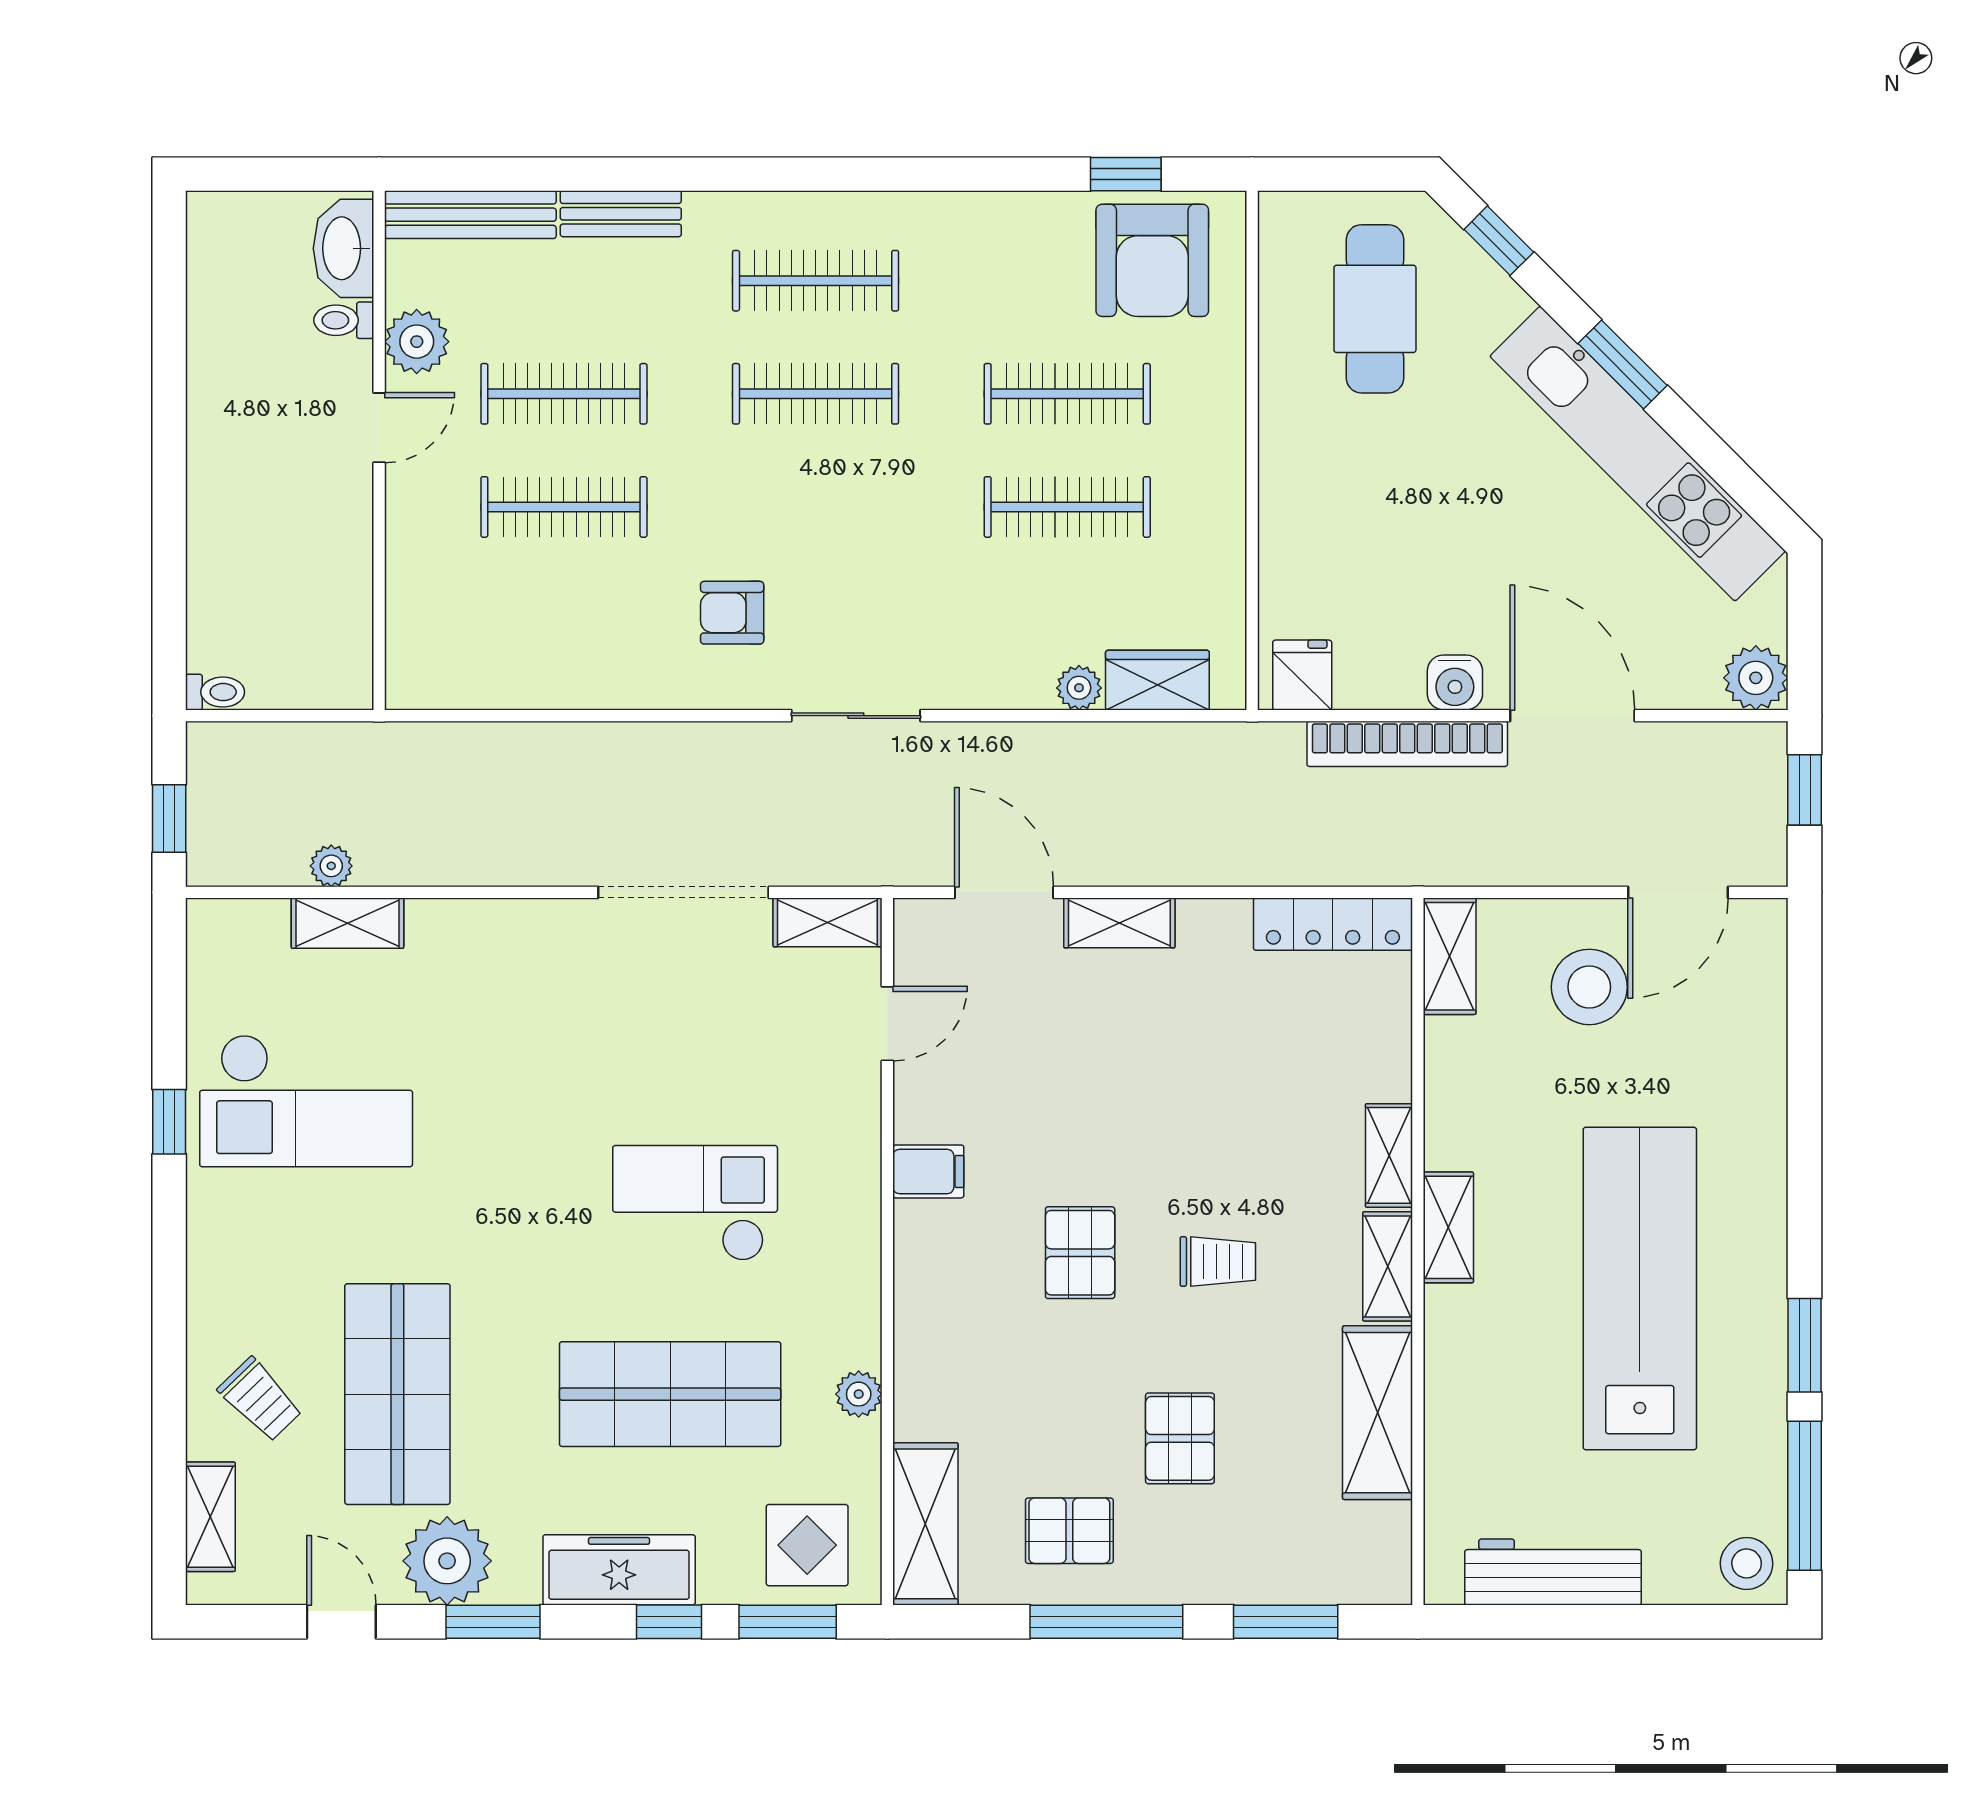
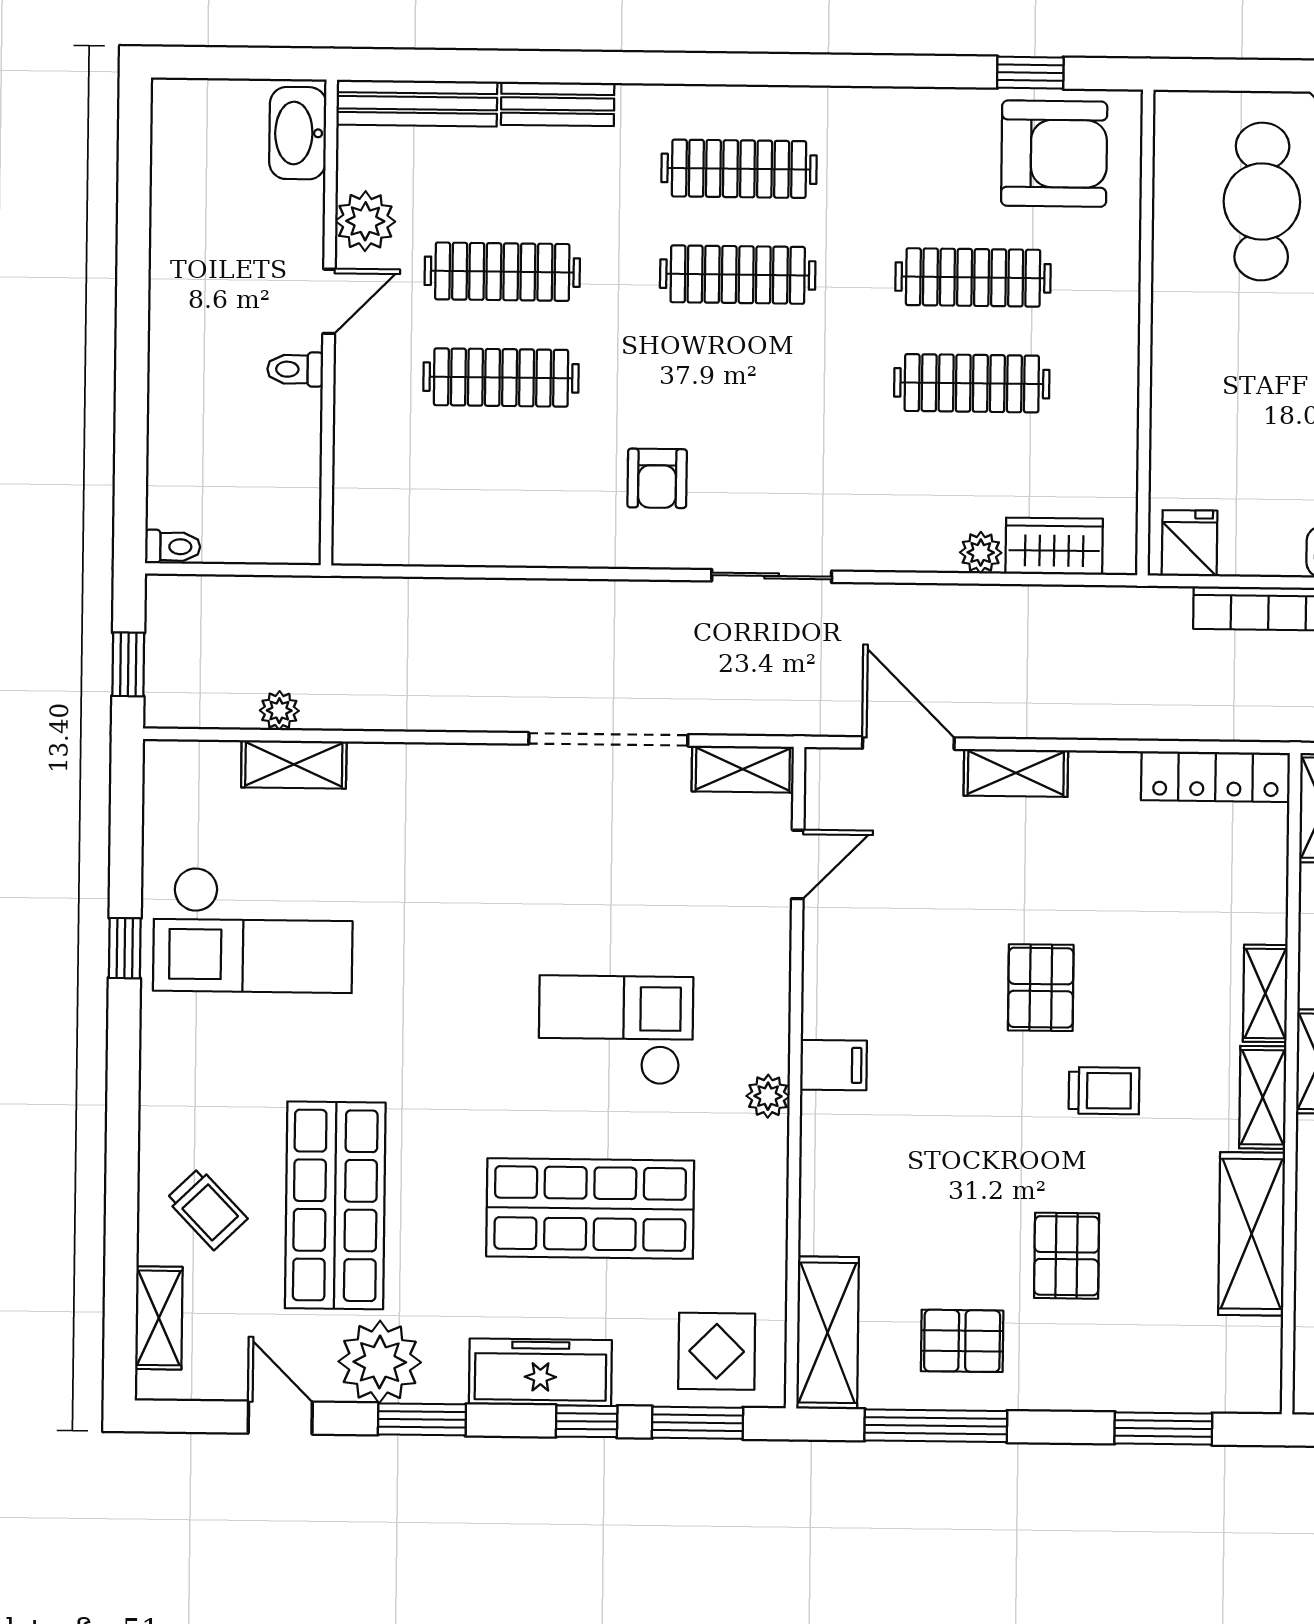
armchair: (1152, 260) -> (1054, 154), turned -90
toilet: (344, 320) -> (295, 369), moved
armchair: (732, 613) -> (657, 478), turned -90
filing cabinet: (928, 1171) -> (833, 1065), moved
pallet: (1080, 1253) -> (1041, 988), moved
plant: (859, 1394) -> (768, 1096), moved
window: (1106, 1622) -> (936, 1426), moved

